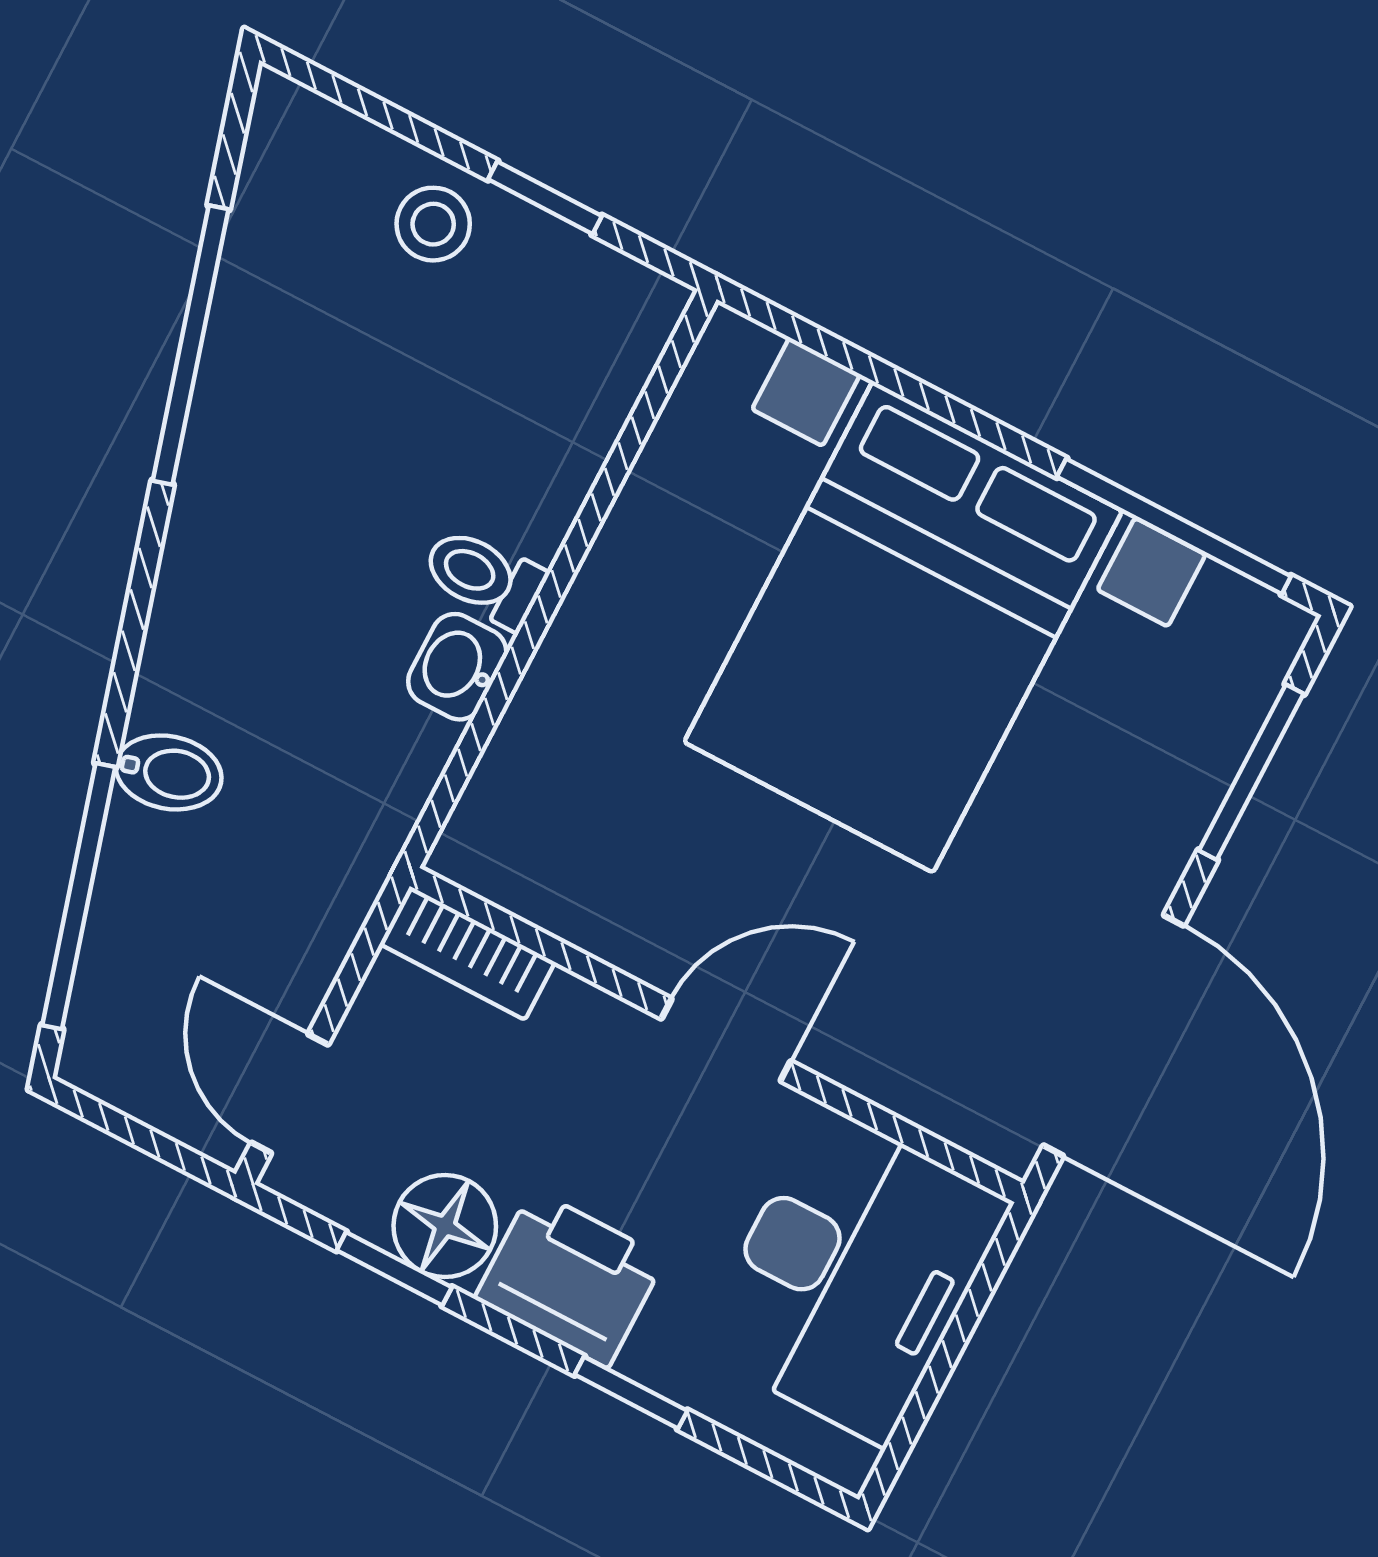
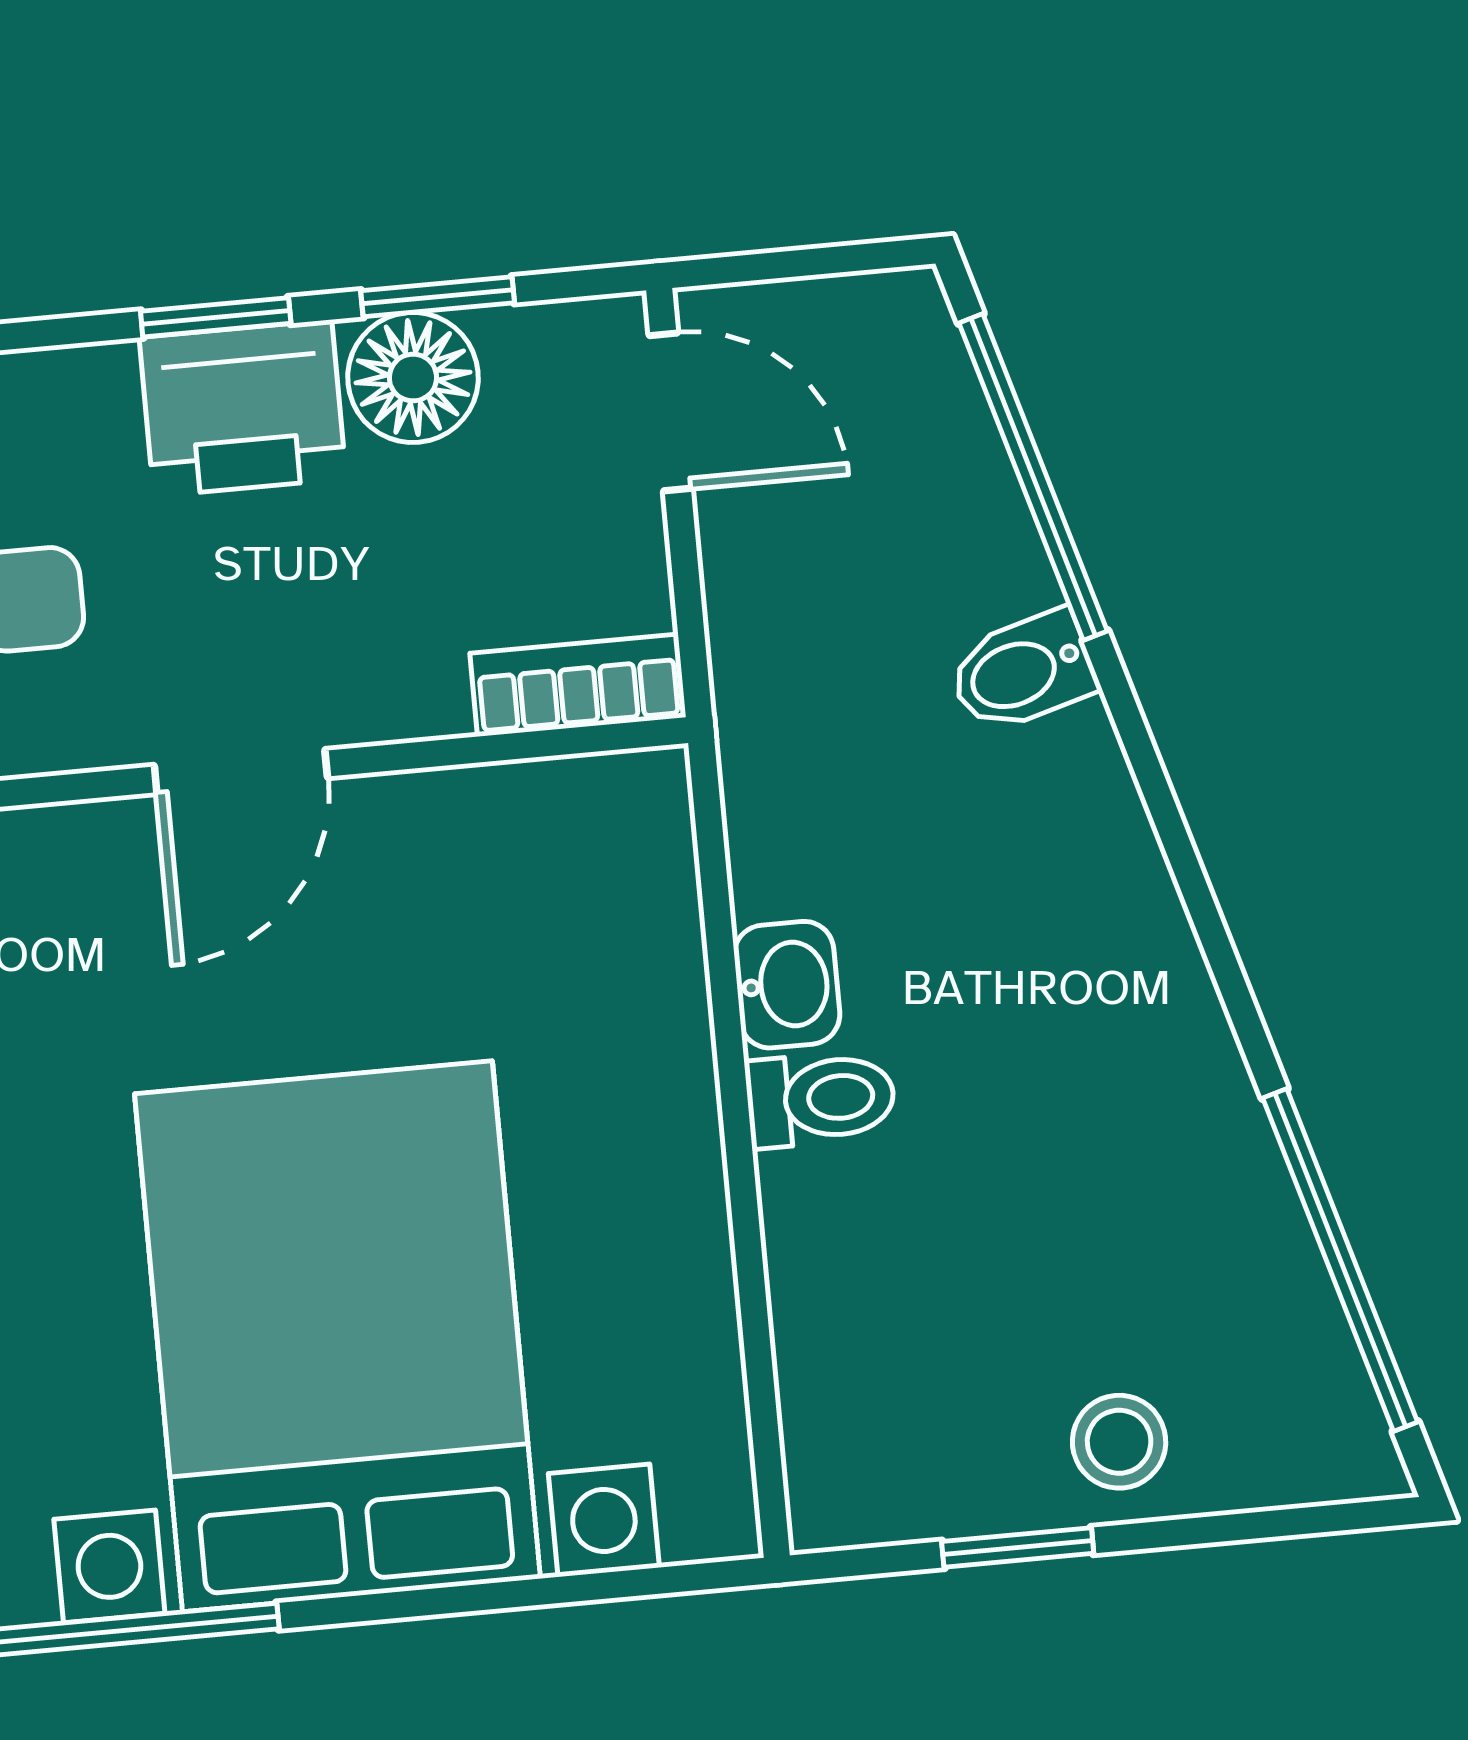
window: (191, 345) -> (1340, 1260), moved
window: (631, 1393) -> (216, 317), moved

